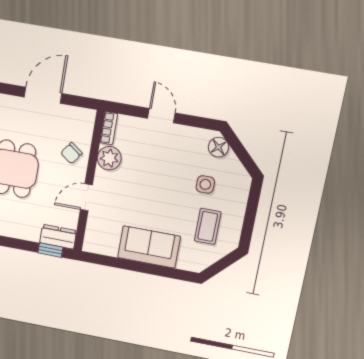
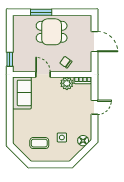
dresser: (58, 237) -> (18, 62), removed
sofa: (149, 247) -> (22, 93), moved

